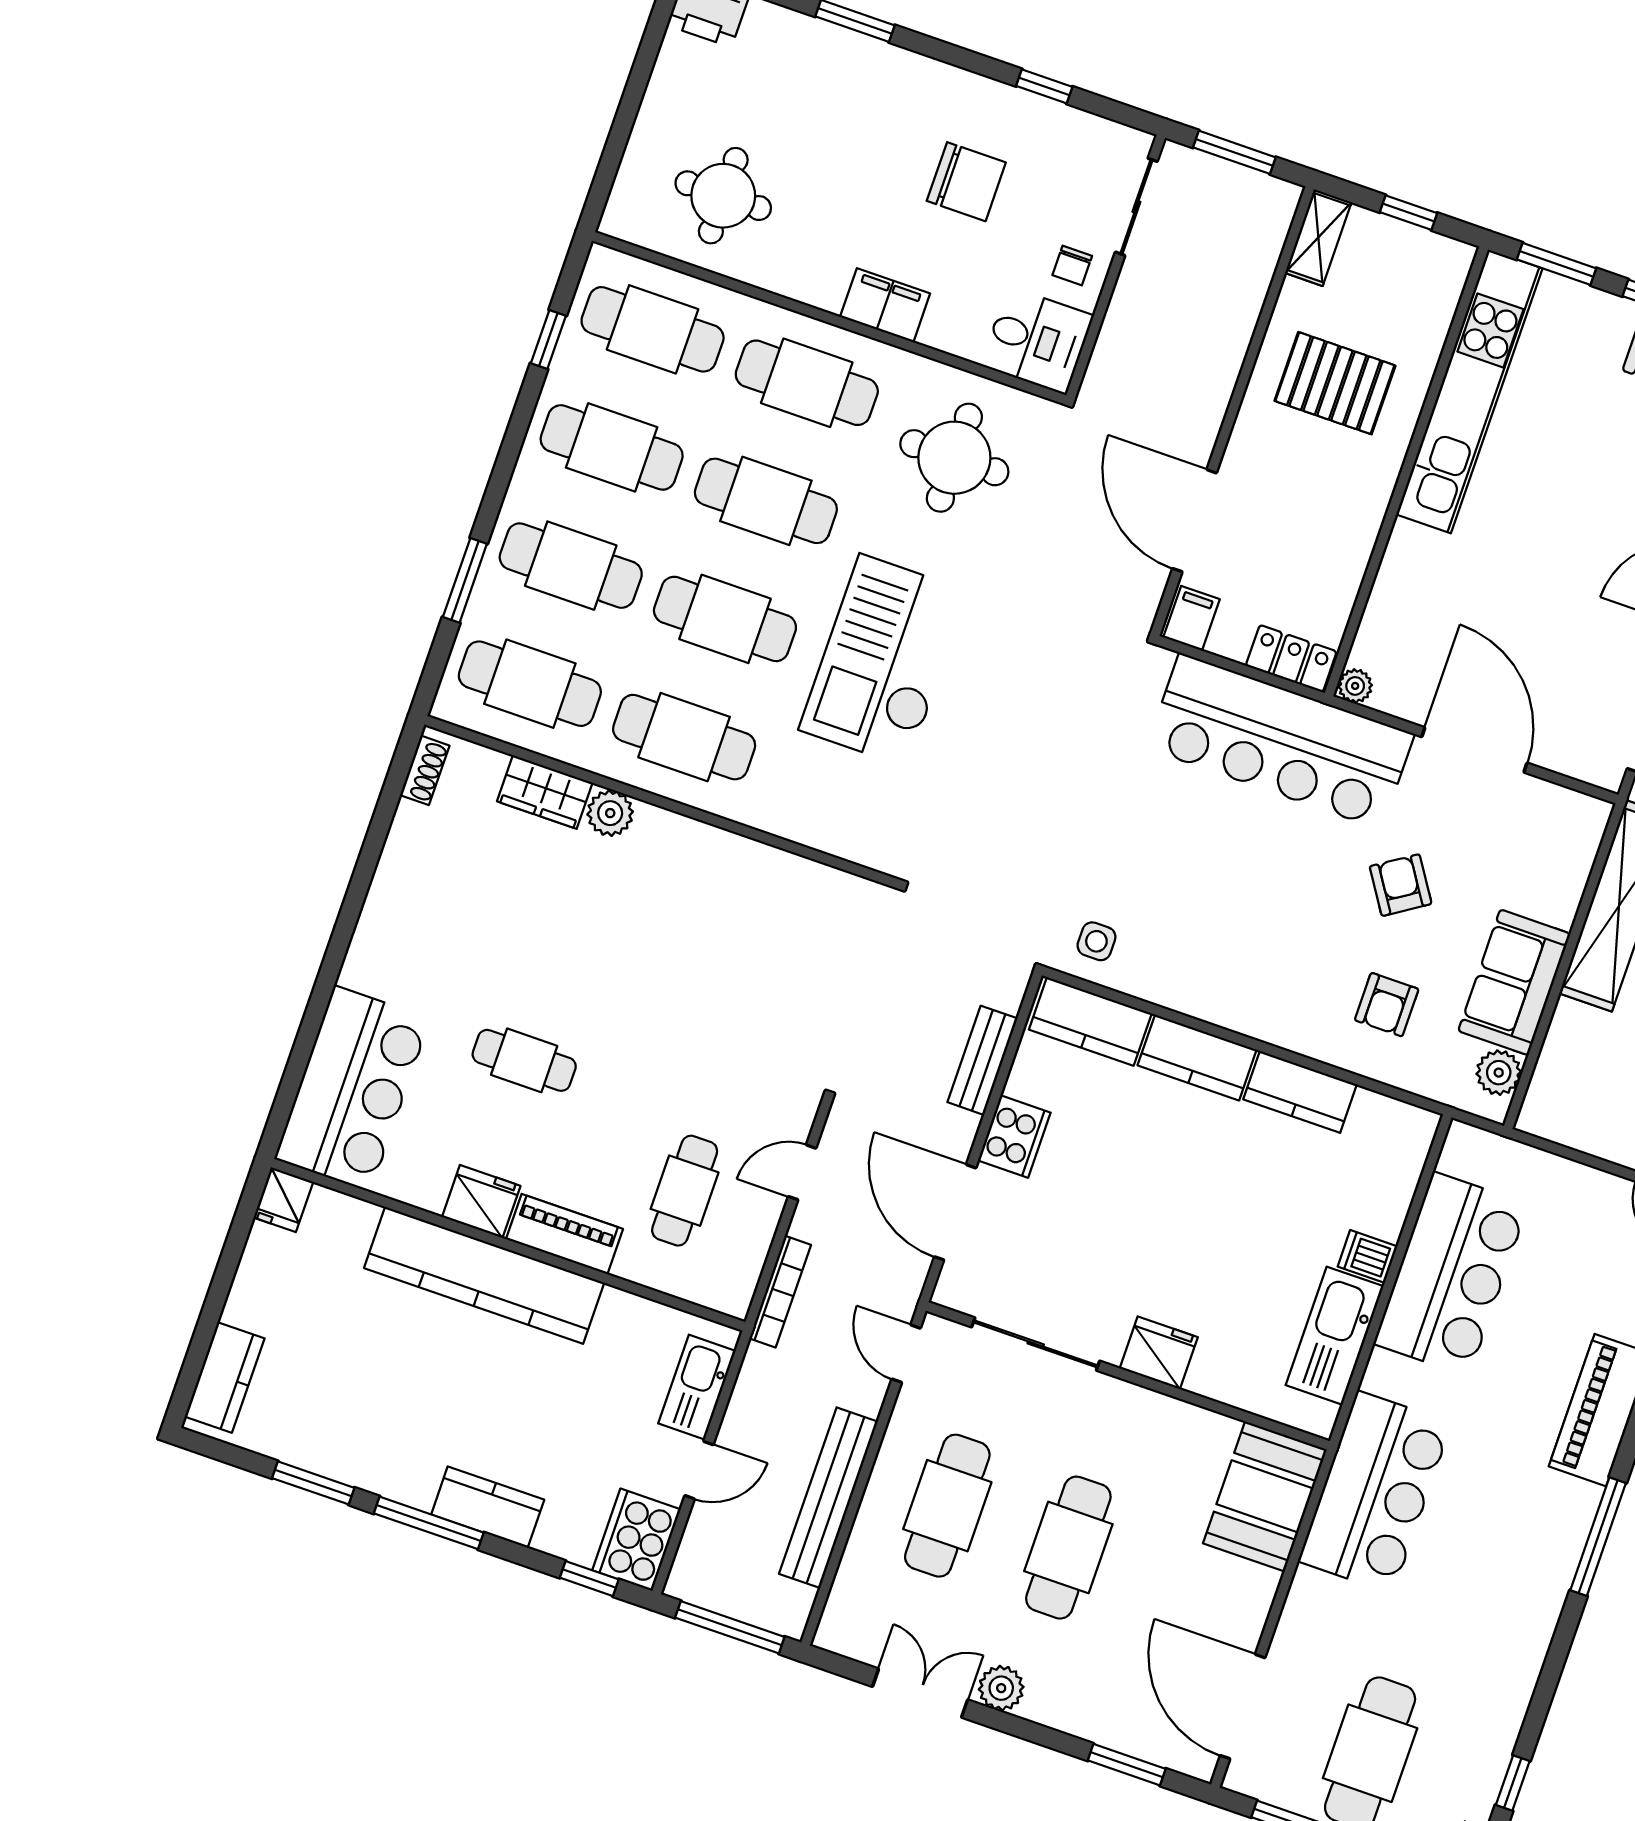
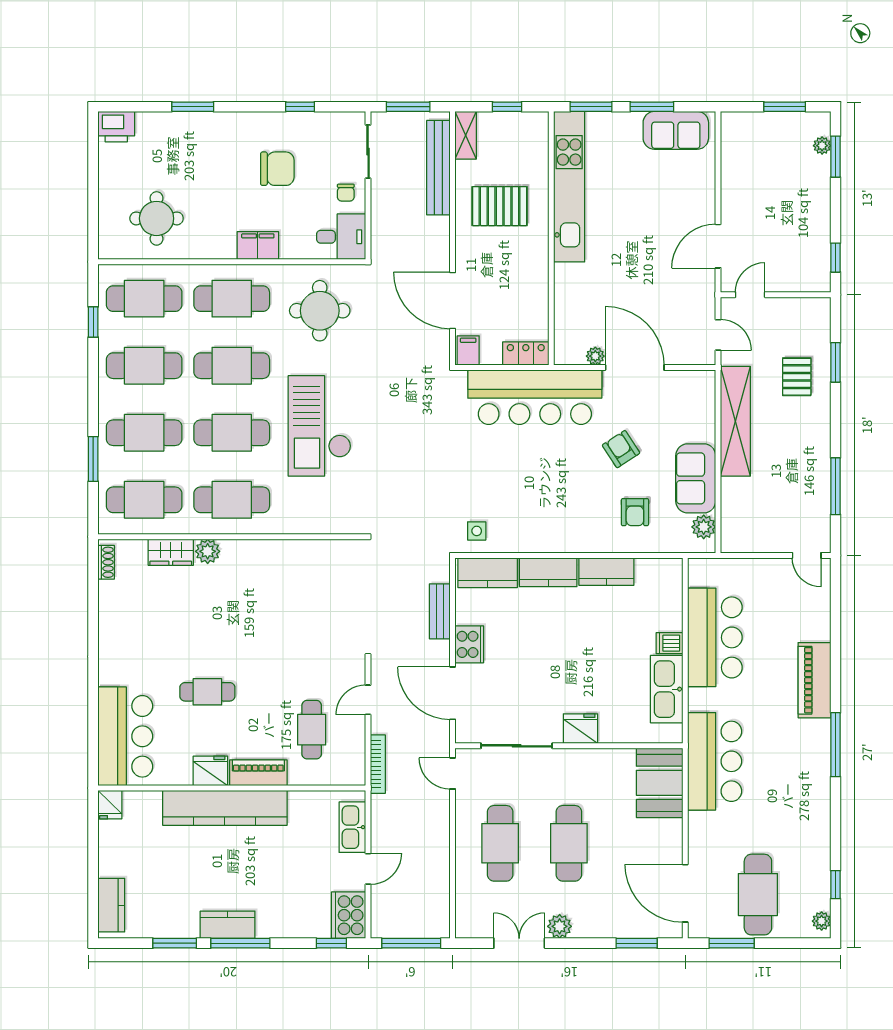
plant: (1355, 686) -> (595, 356), moved
bench: (828, 1498) -> (438, 168), moved
kitchen counter: (488, 1507) -> (228, 925), moved

